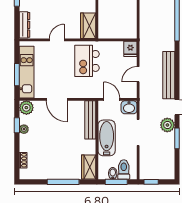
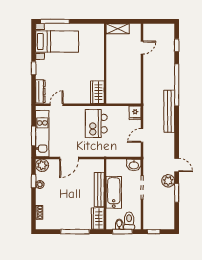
door: (57, 40) -> (57, 105), moved
bench: (169, 75) -> (169, 111), moved
door: (57, 99) -> (69, 158), hinge flipped
door: (112, 99) -> (118, 158), removed
bench: (90, 120) -> (99, 190), moved

